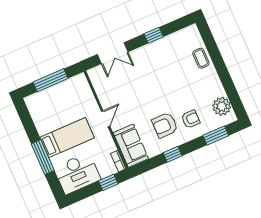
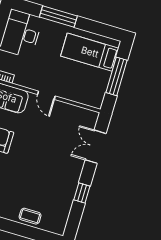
bed: (67, 138) -> (90, 52), moved, turned 90

